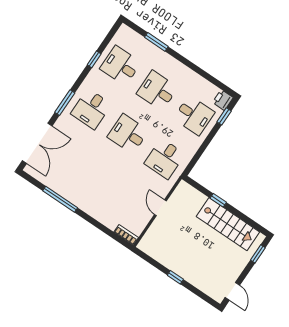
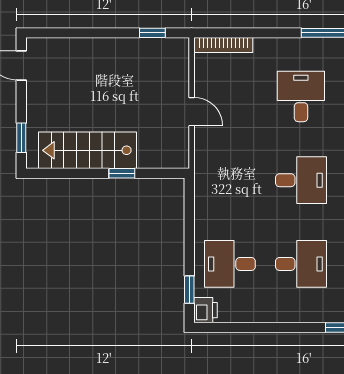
desk: (165, 159) -> (301, 96), moved
bookcase: (126, 235) -> (223, 45), width x1.56
window: (175, 277) -> (152, 33), moved

